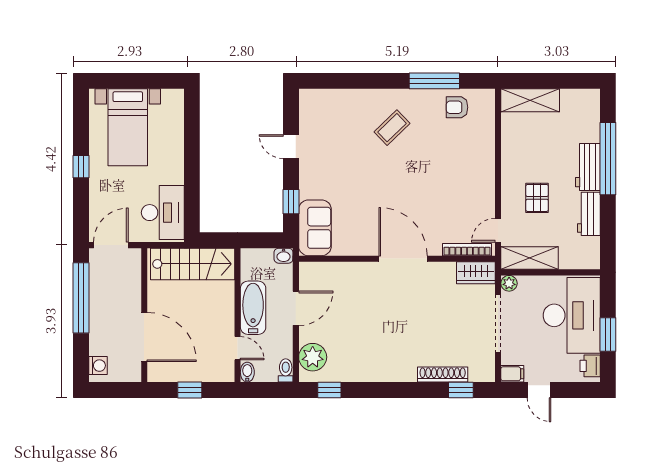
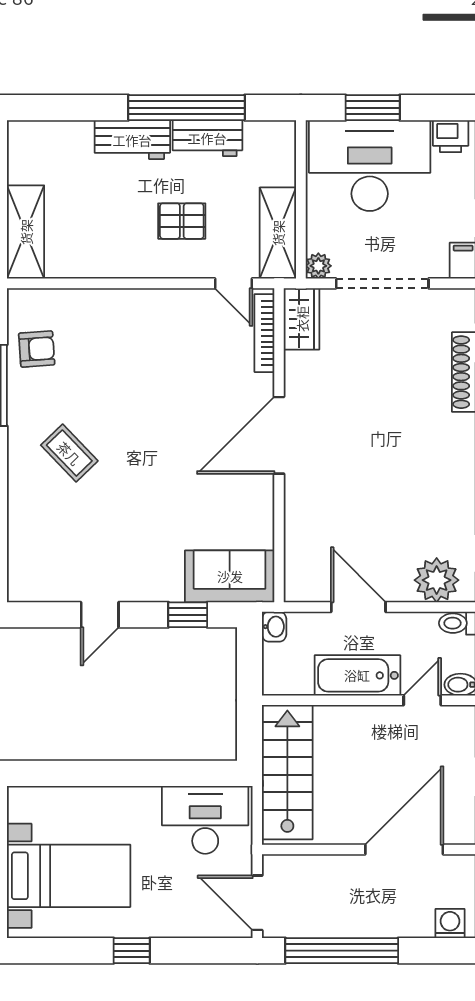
armchair: (457, 107) -> (37, 349), turned -94
window: (608, 159) -> (186, 108), moved
window: (608, 334) -> (373, 108), moved

